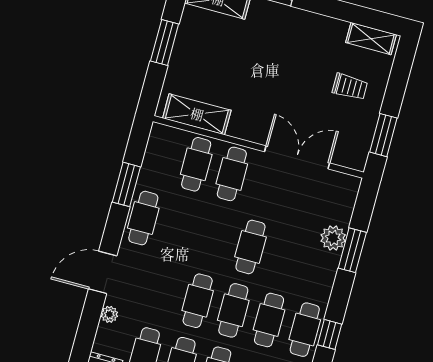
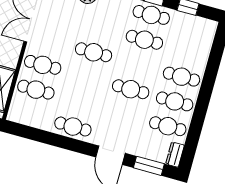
window: (126, 184) -> (149, 166), moved
cafe table: (233, 310) -> (138, 64), removed
plant: (109, 314) -> (140, 151), removed

